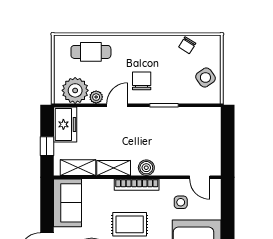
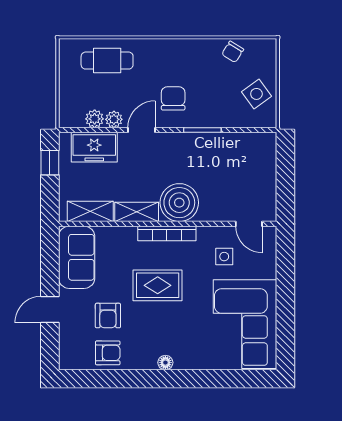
plant: (75, 90) -> (95, 119), width x0.53, depth x0.53
freezer: (65, 124) -> (94, 147), moved, turned 90
window: (47, 146) -> (50, 163), moved
boiler: (146, 168) -> (179, 203), width x1.86, depth x1.86

